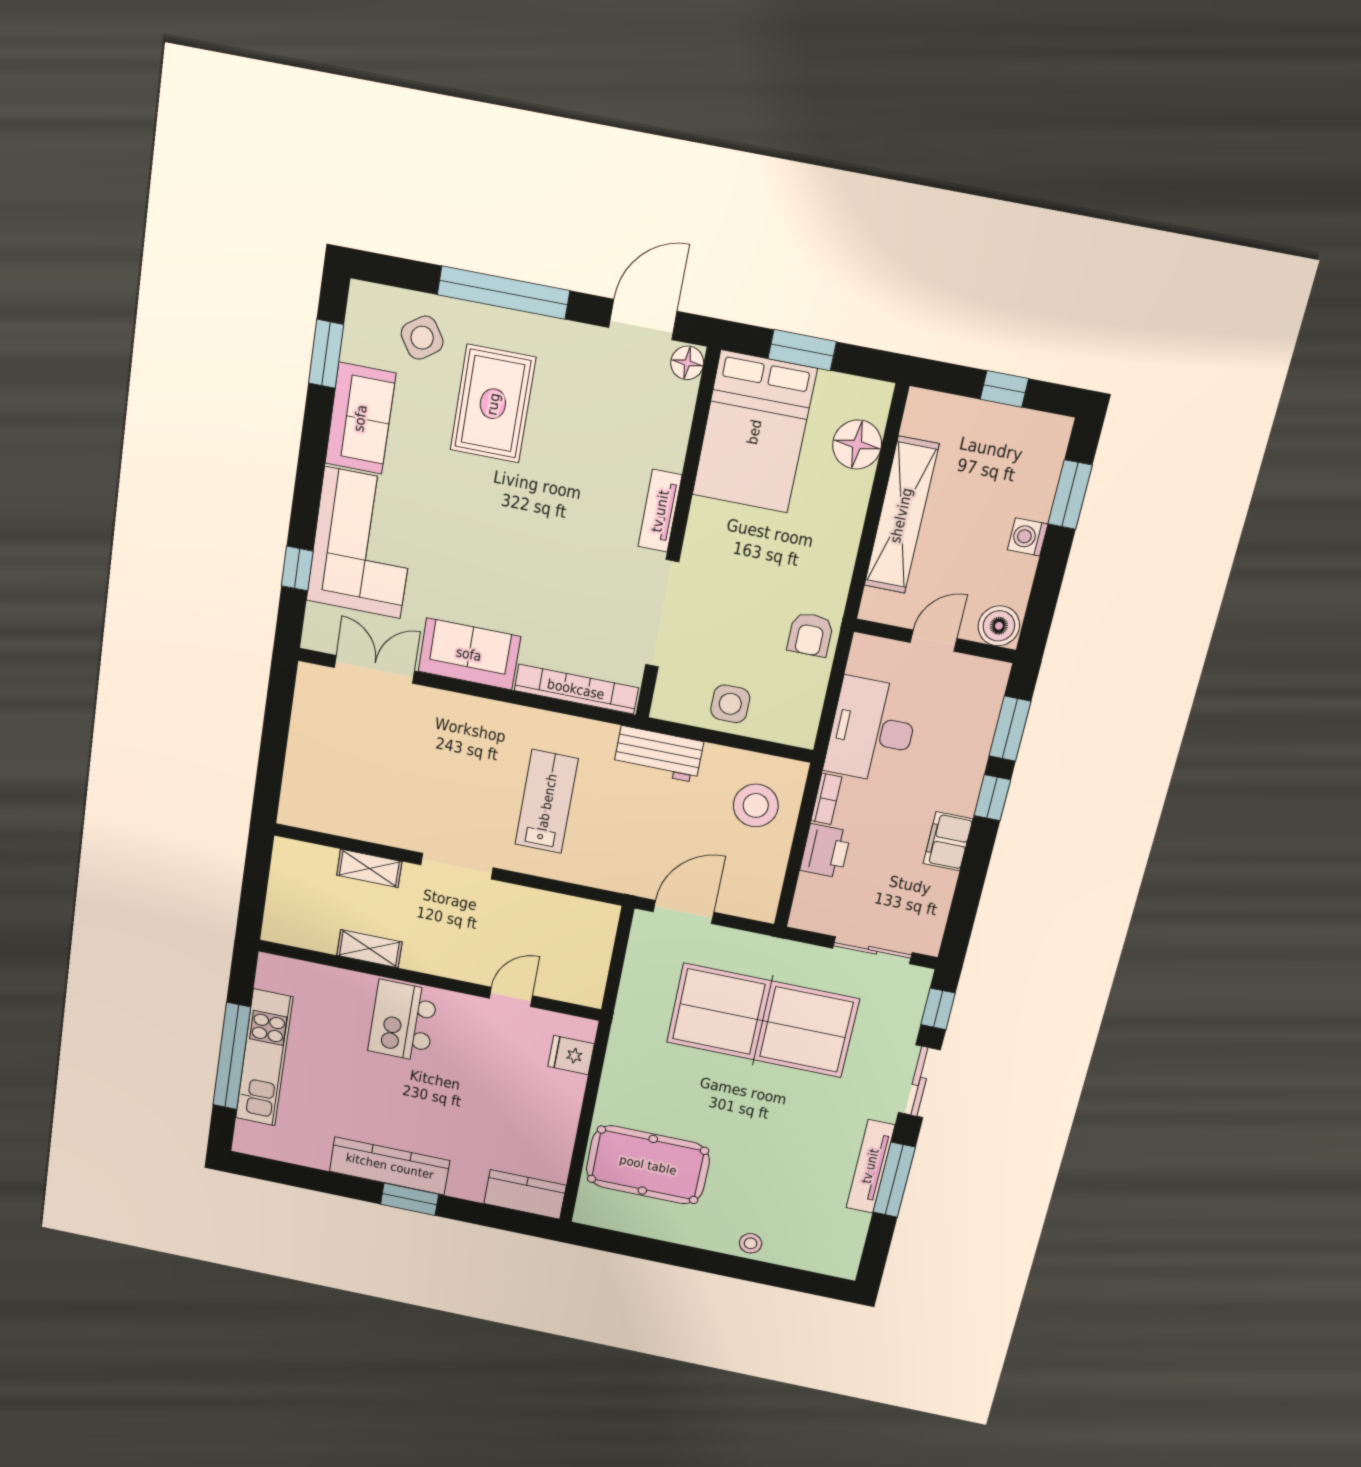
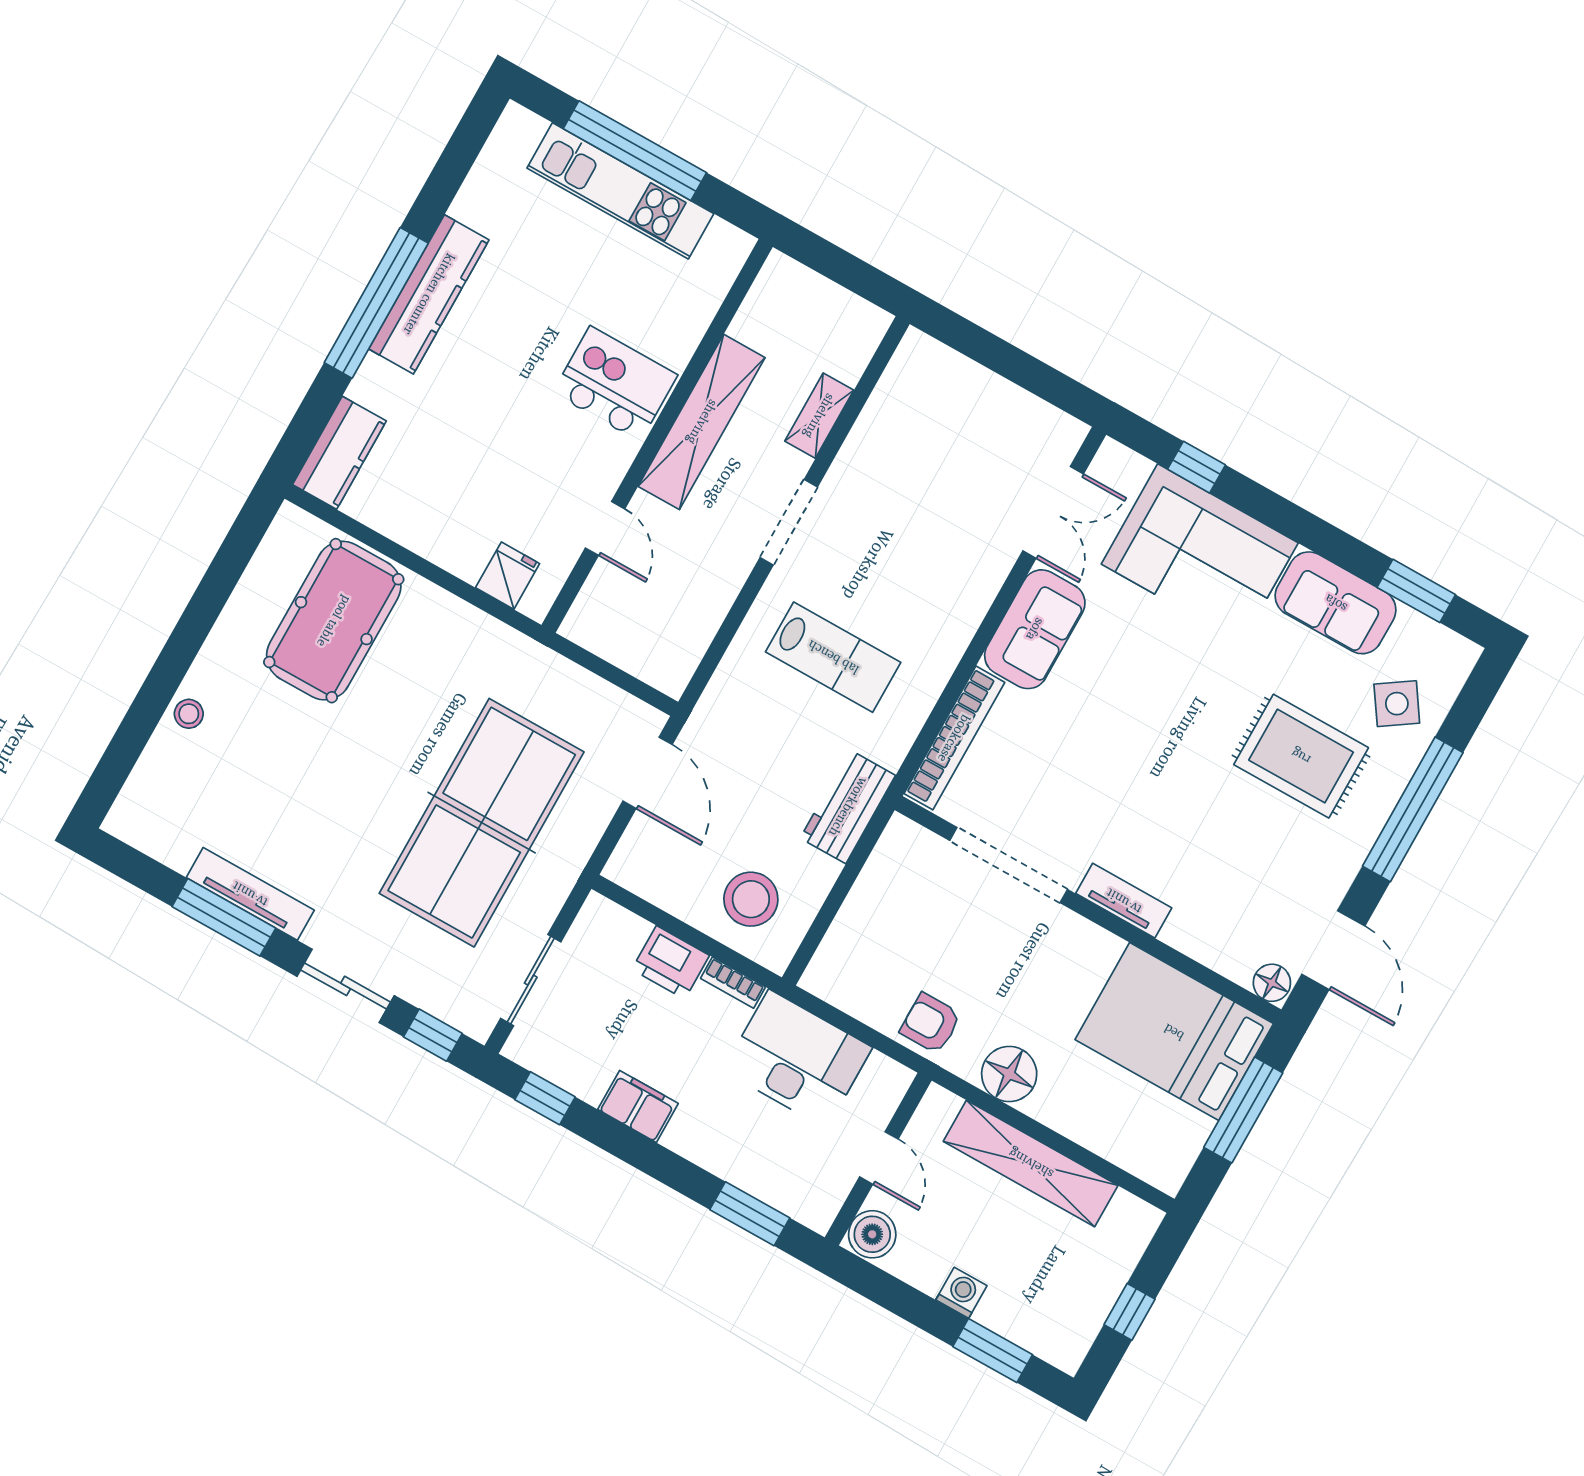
window: (802, 350) -> (1243, 1110), width x1.44
floor lamp: (857, 444) -> (1009, 1074), moved
side table: (730, 704) -> (880, 908), removed
window: (992, 798) -> (545, 1098), moved
shelving: (369, 949) -> (702, 422), width x2.20, depth x1.33
window: (410, 1199) -> (376, 303), width x2.11

